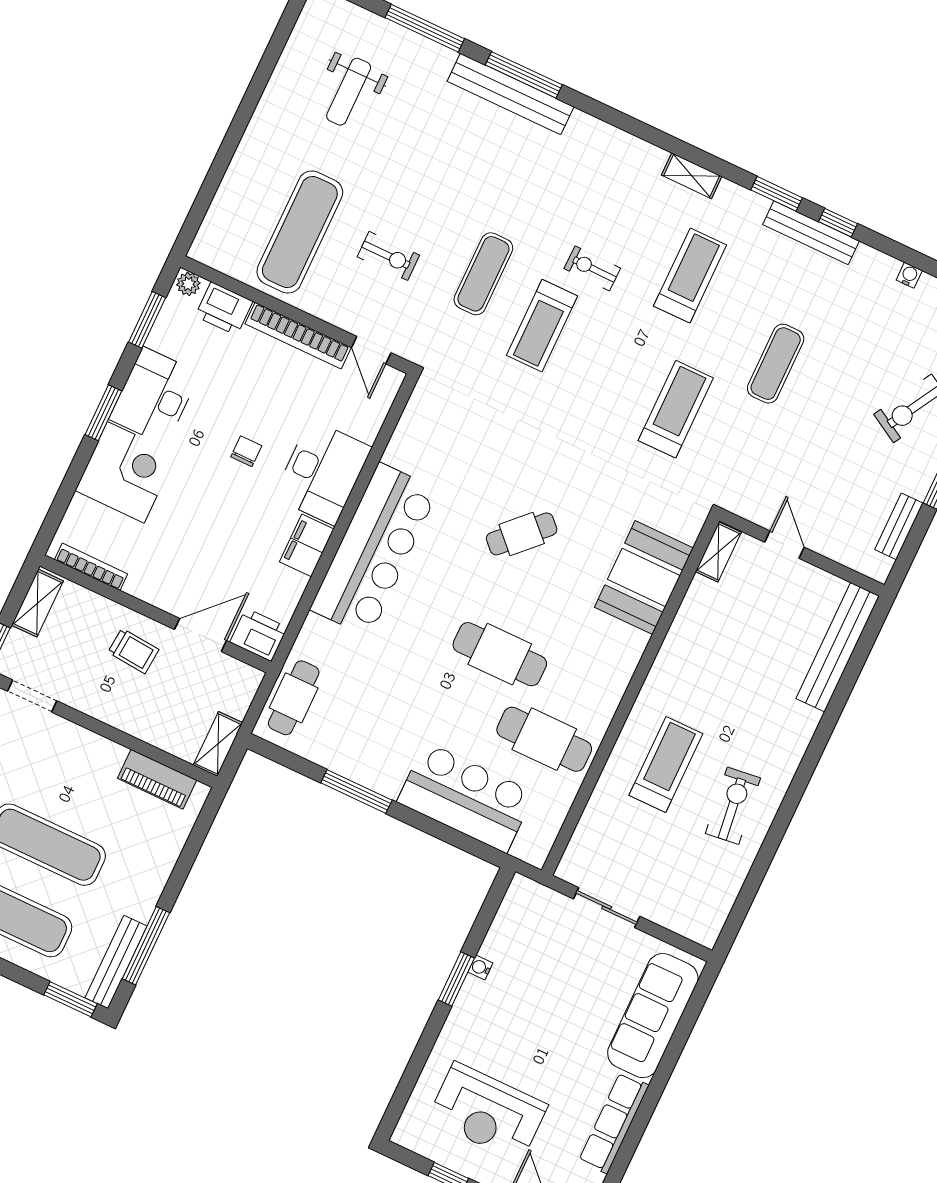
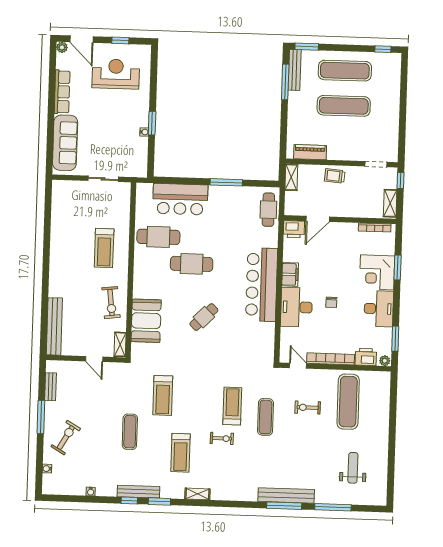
window: (103, 413) -> (398, 268), moved
trolley: (133, 651) -> (335, 176), moved
exercise bike: (733, 806) -> (111, 303), moved

